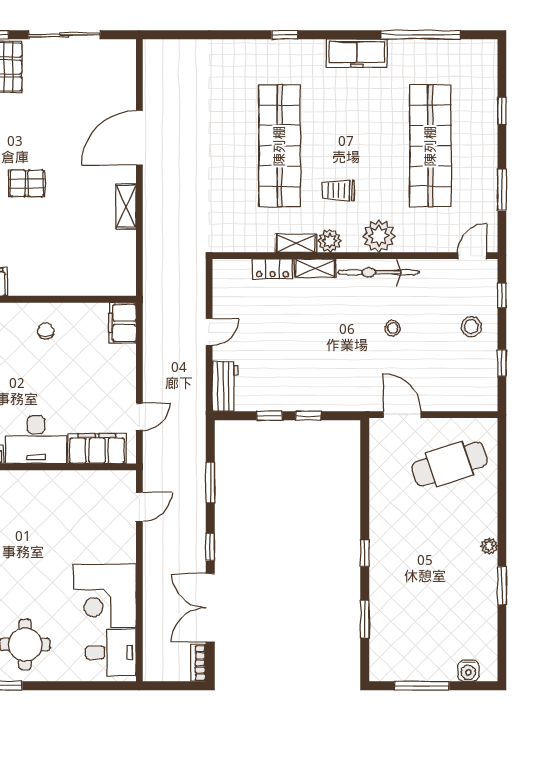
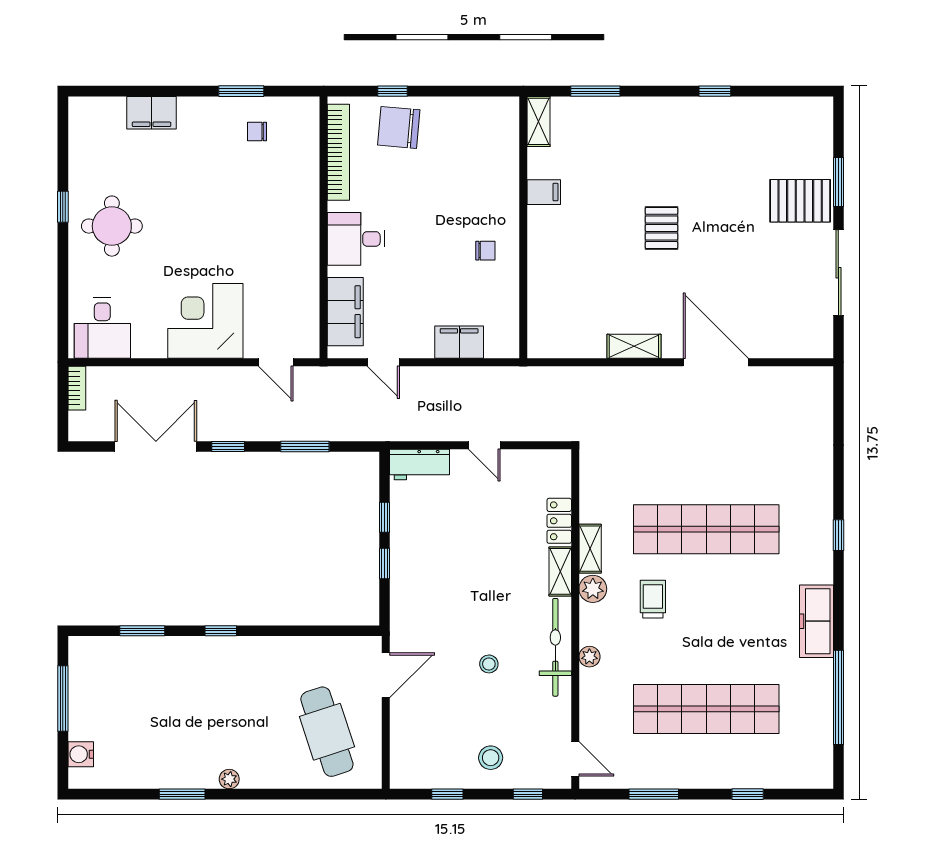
plant: (379, 236) -> (589, 657), width x0.53, depth x0.53
filing cabinet: (123, 323) -> (459, 342), moved
desk: (36, 440) -> (356, 239), width x0.73
corner desk: (105, 596) -> (205, 321), moved
bookcase: (198, 663) -> (77, 388), moved, turned 90

